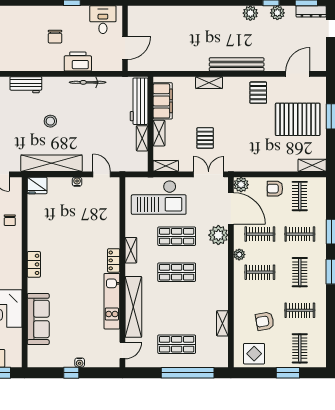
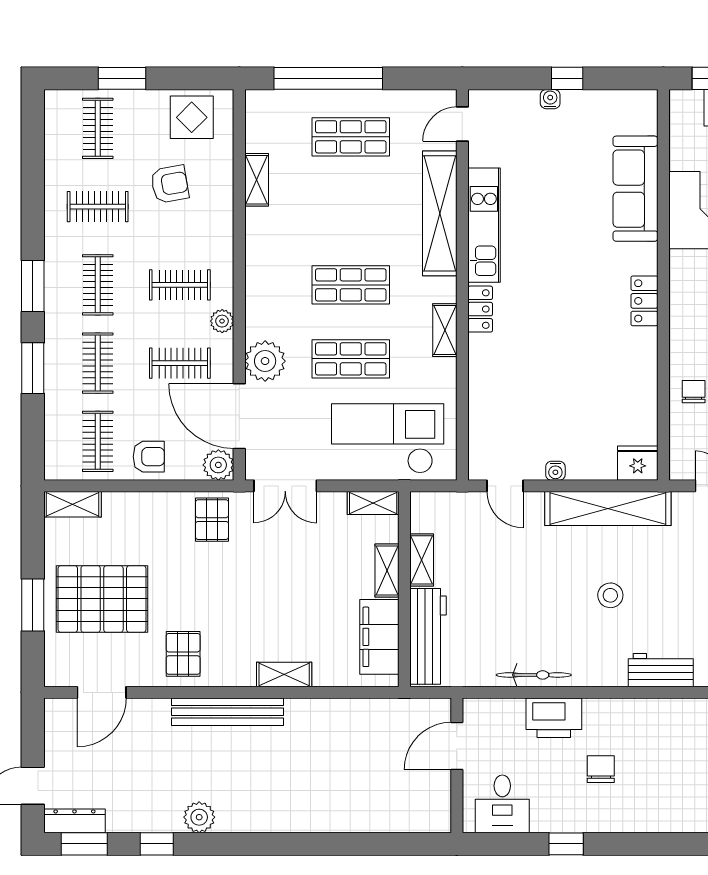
plant: (277, 13) -> (144, 818), removed
pallet: (205, 138) -> (212, 520), moved
clothes rail: (300, 234) -> (98, 363), turned 90

